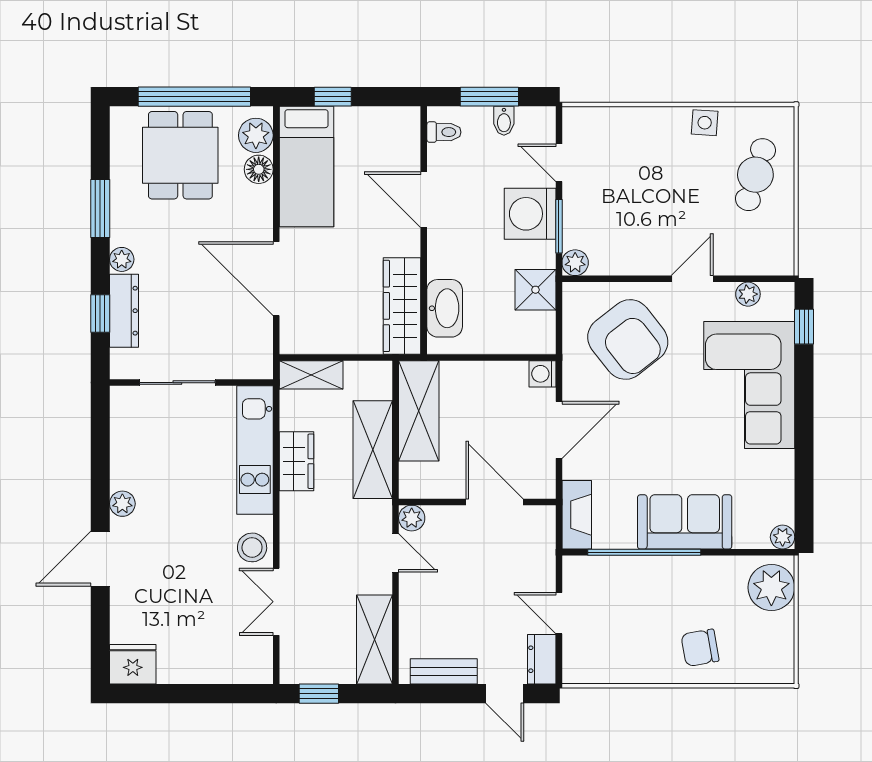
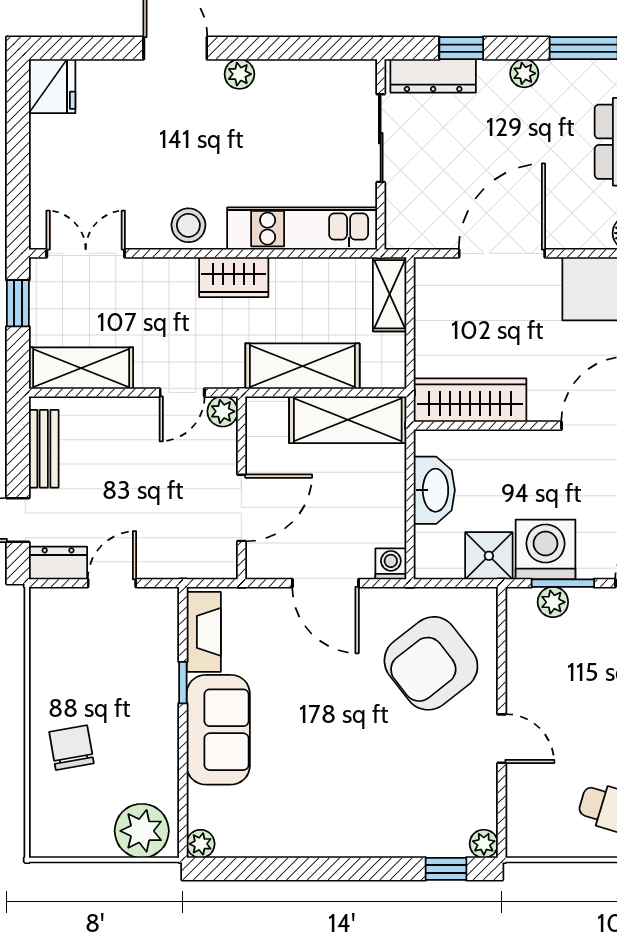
washing machine: (530, 214) -> (545, 549), moved
plant: (575, 263) -> (553, 602), moved
plant: (748, 294) -> (484, 844), moved
washbasin: (445, 308) -> (434, 490), moved, turned -90
dresser: (124, 311) -> (433, 76), moved
corner sofa: (749, 385) -> (378, 805), removed
wardrobe: (296, 461) -> (234, 277), moved
fireplace: (577, 515) -> (204, 632), moved, turned -90
window: (644, 552) -> (183, 683), width x0.32
double door: (276, 602) -> (86, 253), moved

